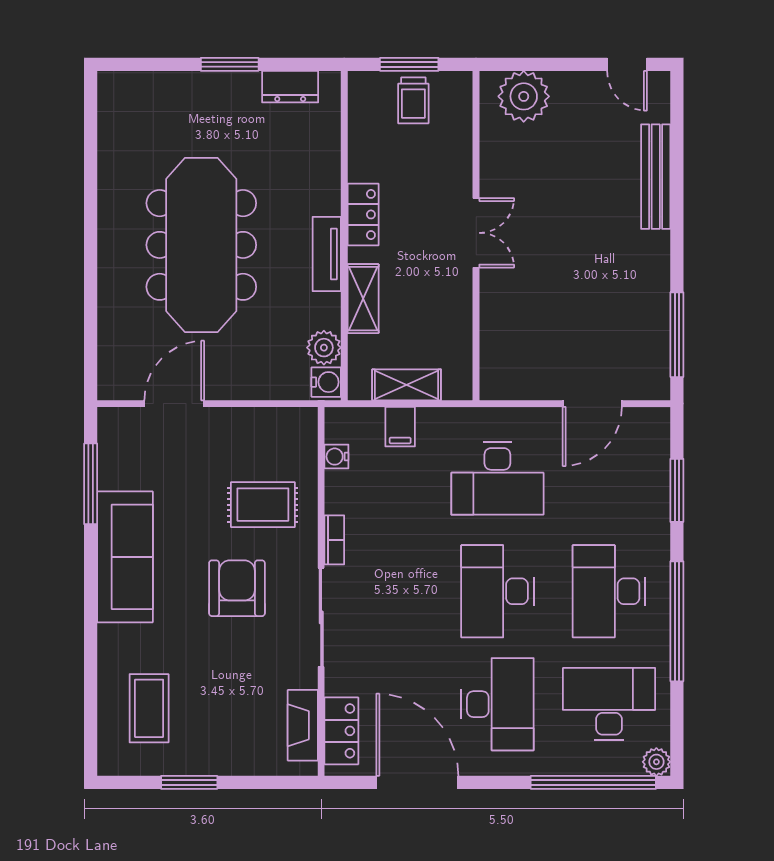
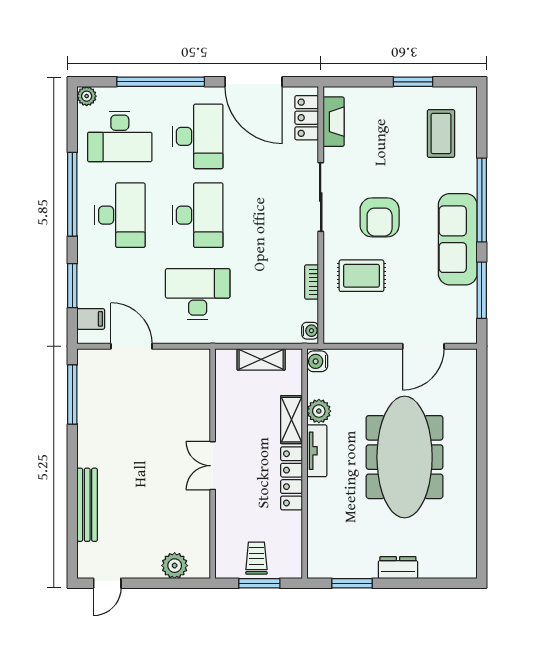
window: (230, 64) -> (352, 583), moved
door: (627, 64) -> (107, 583), swing flipped
dresser: (290, 87) -> (398, 568), moved
plant: (524, 96) -> (175, 566), width x0.73, depth x0.73
locker: (363, 214) -> (291, 478), width x1.53
plant: (324, 348) -> (319, 411), moved
door: (592, 404) -> (131, 346), hinge flipped
filing cabinet: (400, 427) -> (91, 319), moved, turned 90
water cooler: (336, 457) -> (310, 331), moved
bookcase: (334, 540) -> (312, 282), moved
window: (91, 613) -> (482, 200), added
desk: (497, 704) -> (198, 136), turned 180
window: (593, 782) -> (161, 82), moved

